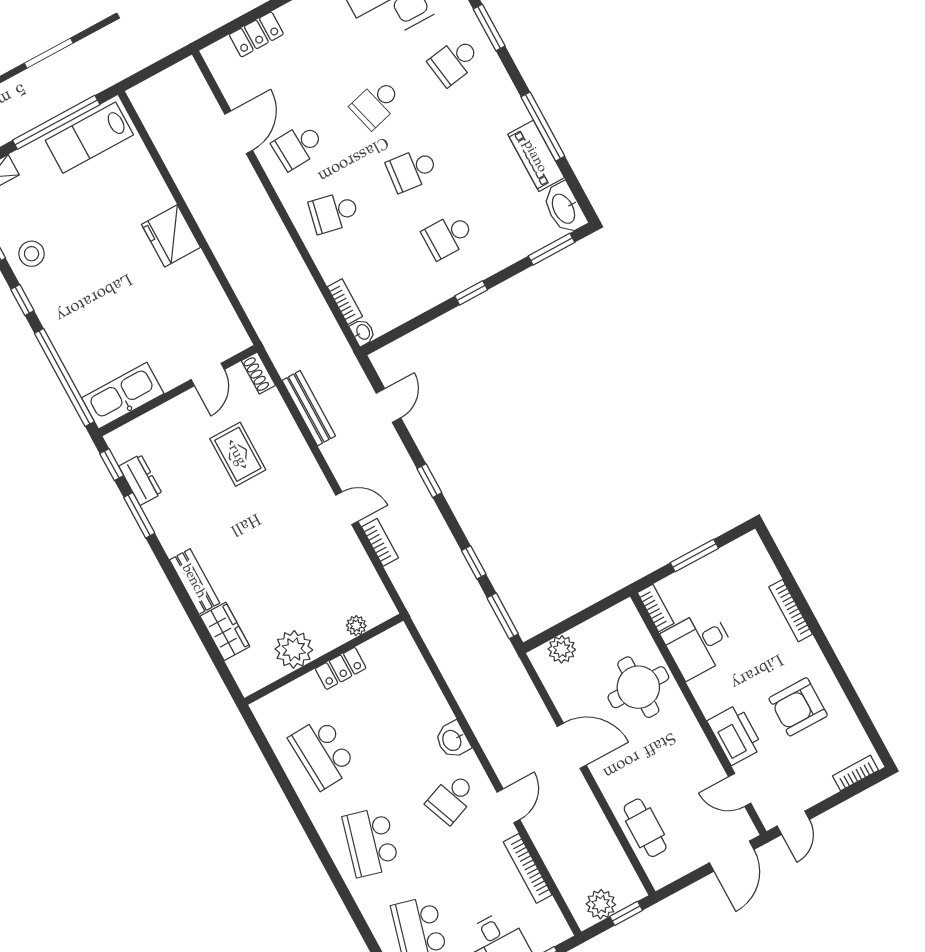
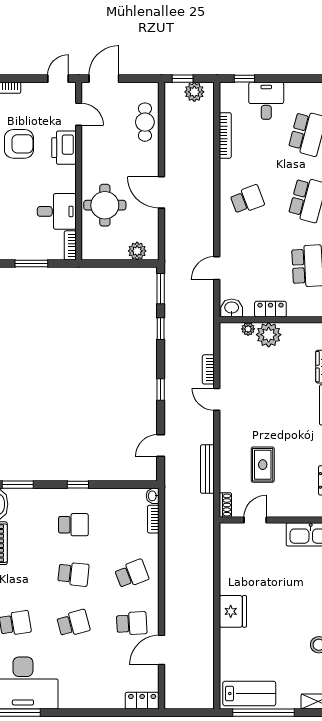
locker: (256, 34) -> (142, 701), moved
school desk: (334, 212) -> (132, 574), turned -33
plant: (294, 649) -> (269, 335), moved
washbasin: (452, 740) -> (232, 308), moved, turned -90
door: (508, 806) -> (217, 268), moved

